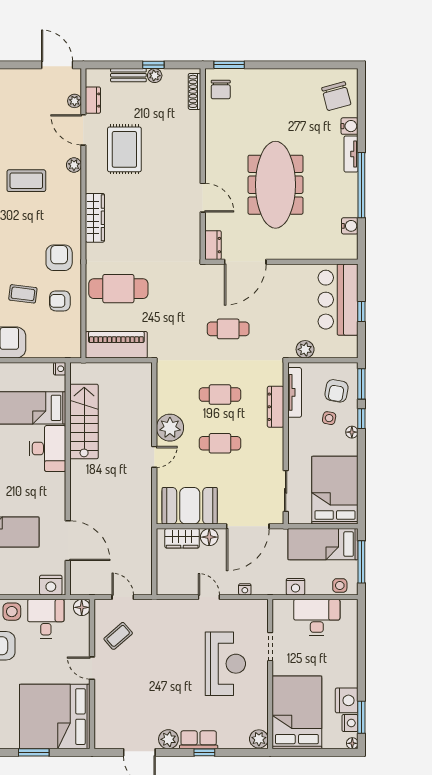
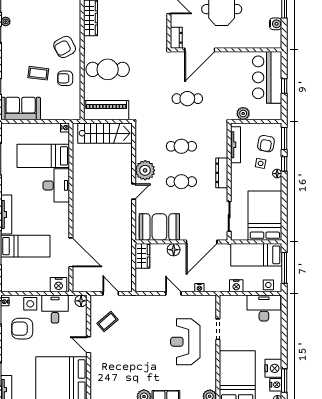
armchair: (59, 258) -> (65, 47), turned -118
dresser: (276, 407) -> (222, 173), moved
stairs: (84, 421) -> (105, 133), moved, turned 90
wardrobe: (182, 538) -> (142, 256), moved, turned -90
desk: (317, 617) -> (264, 308), moved
reception desk: (225, 664) -> (185, 342), turned 180

